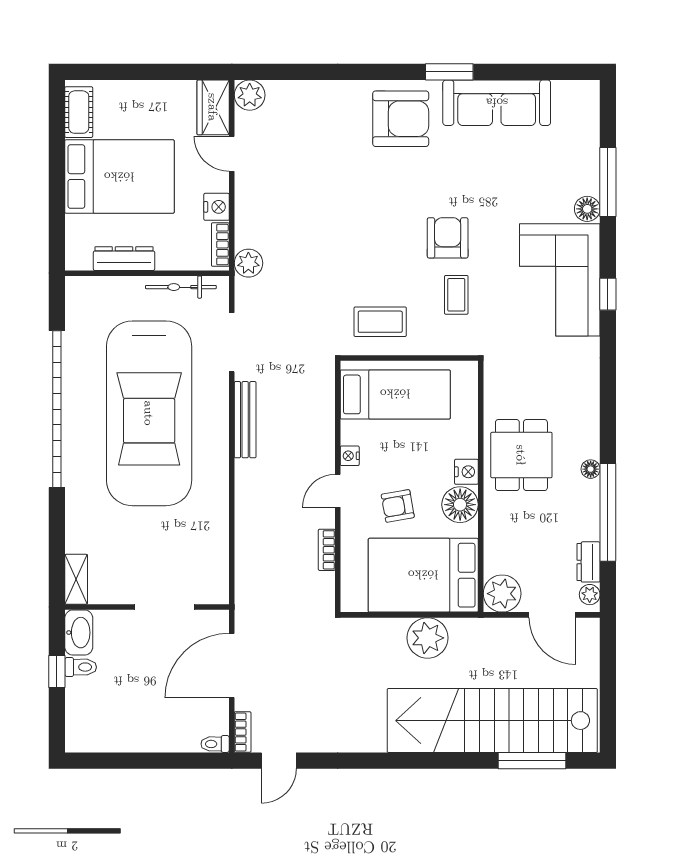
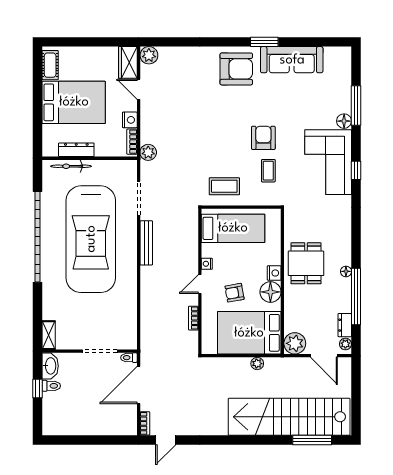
bicycle: (181, 287) -> (71, 166), moved
plant: (428, 638) -> (257, 364), width x0.53, depth x0.53
toilet: (215, 744) -> (129, 358), moved

